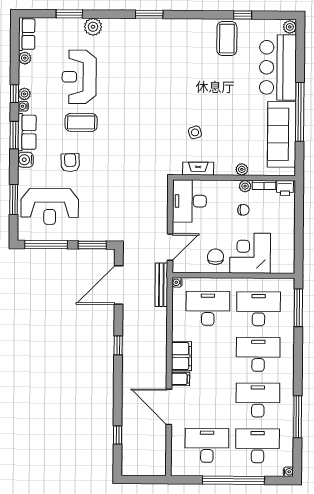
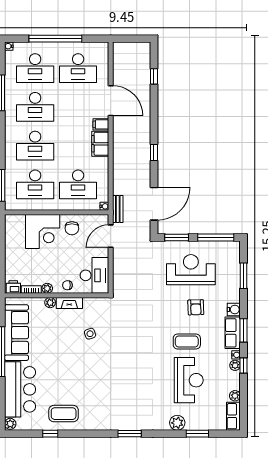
coffee table: (227, 39) -> (64, 414), turned 90
fireplace: (198, 169) -> (69, 303), moved
reception desk: (50, 207) -> (191, 270), moved
chair: (243, 210) -> (67, 285), moved
bench: (161, 285) -> (118, 209), width x0.73

